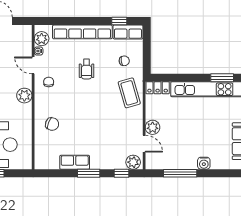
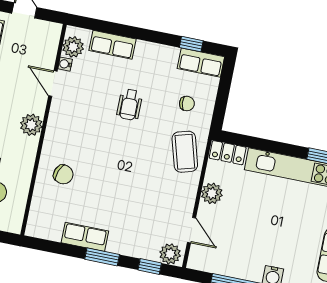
row of seats: (82, 32) -> (113, 45), width x0.50
chair: (49, 82) -> (71, 112), removed
plant: (153, 127) -> (212, 193), moved

